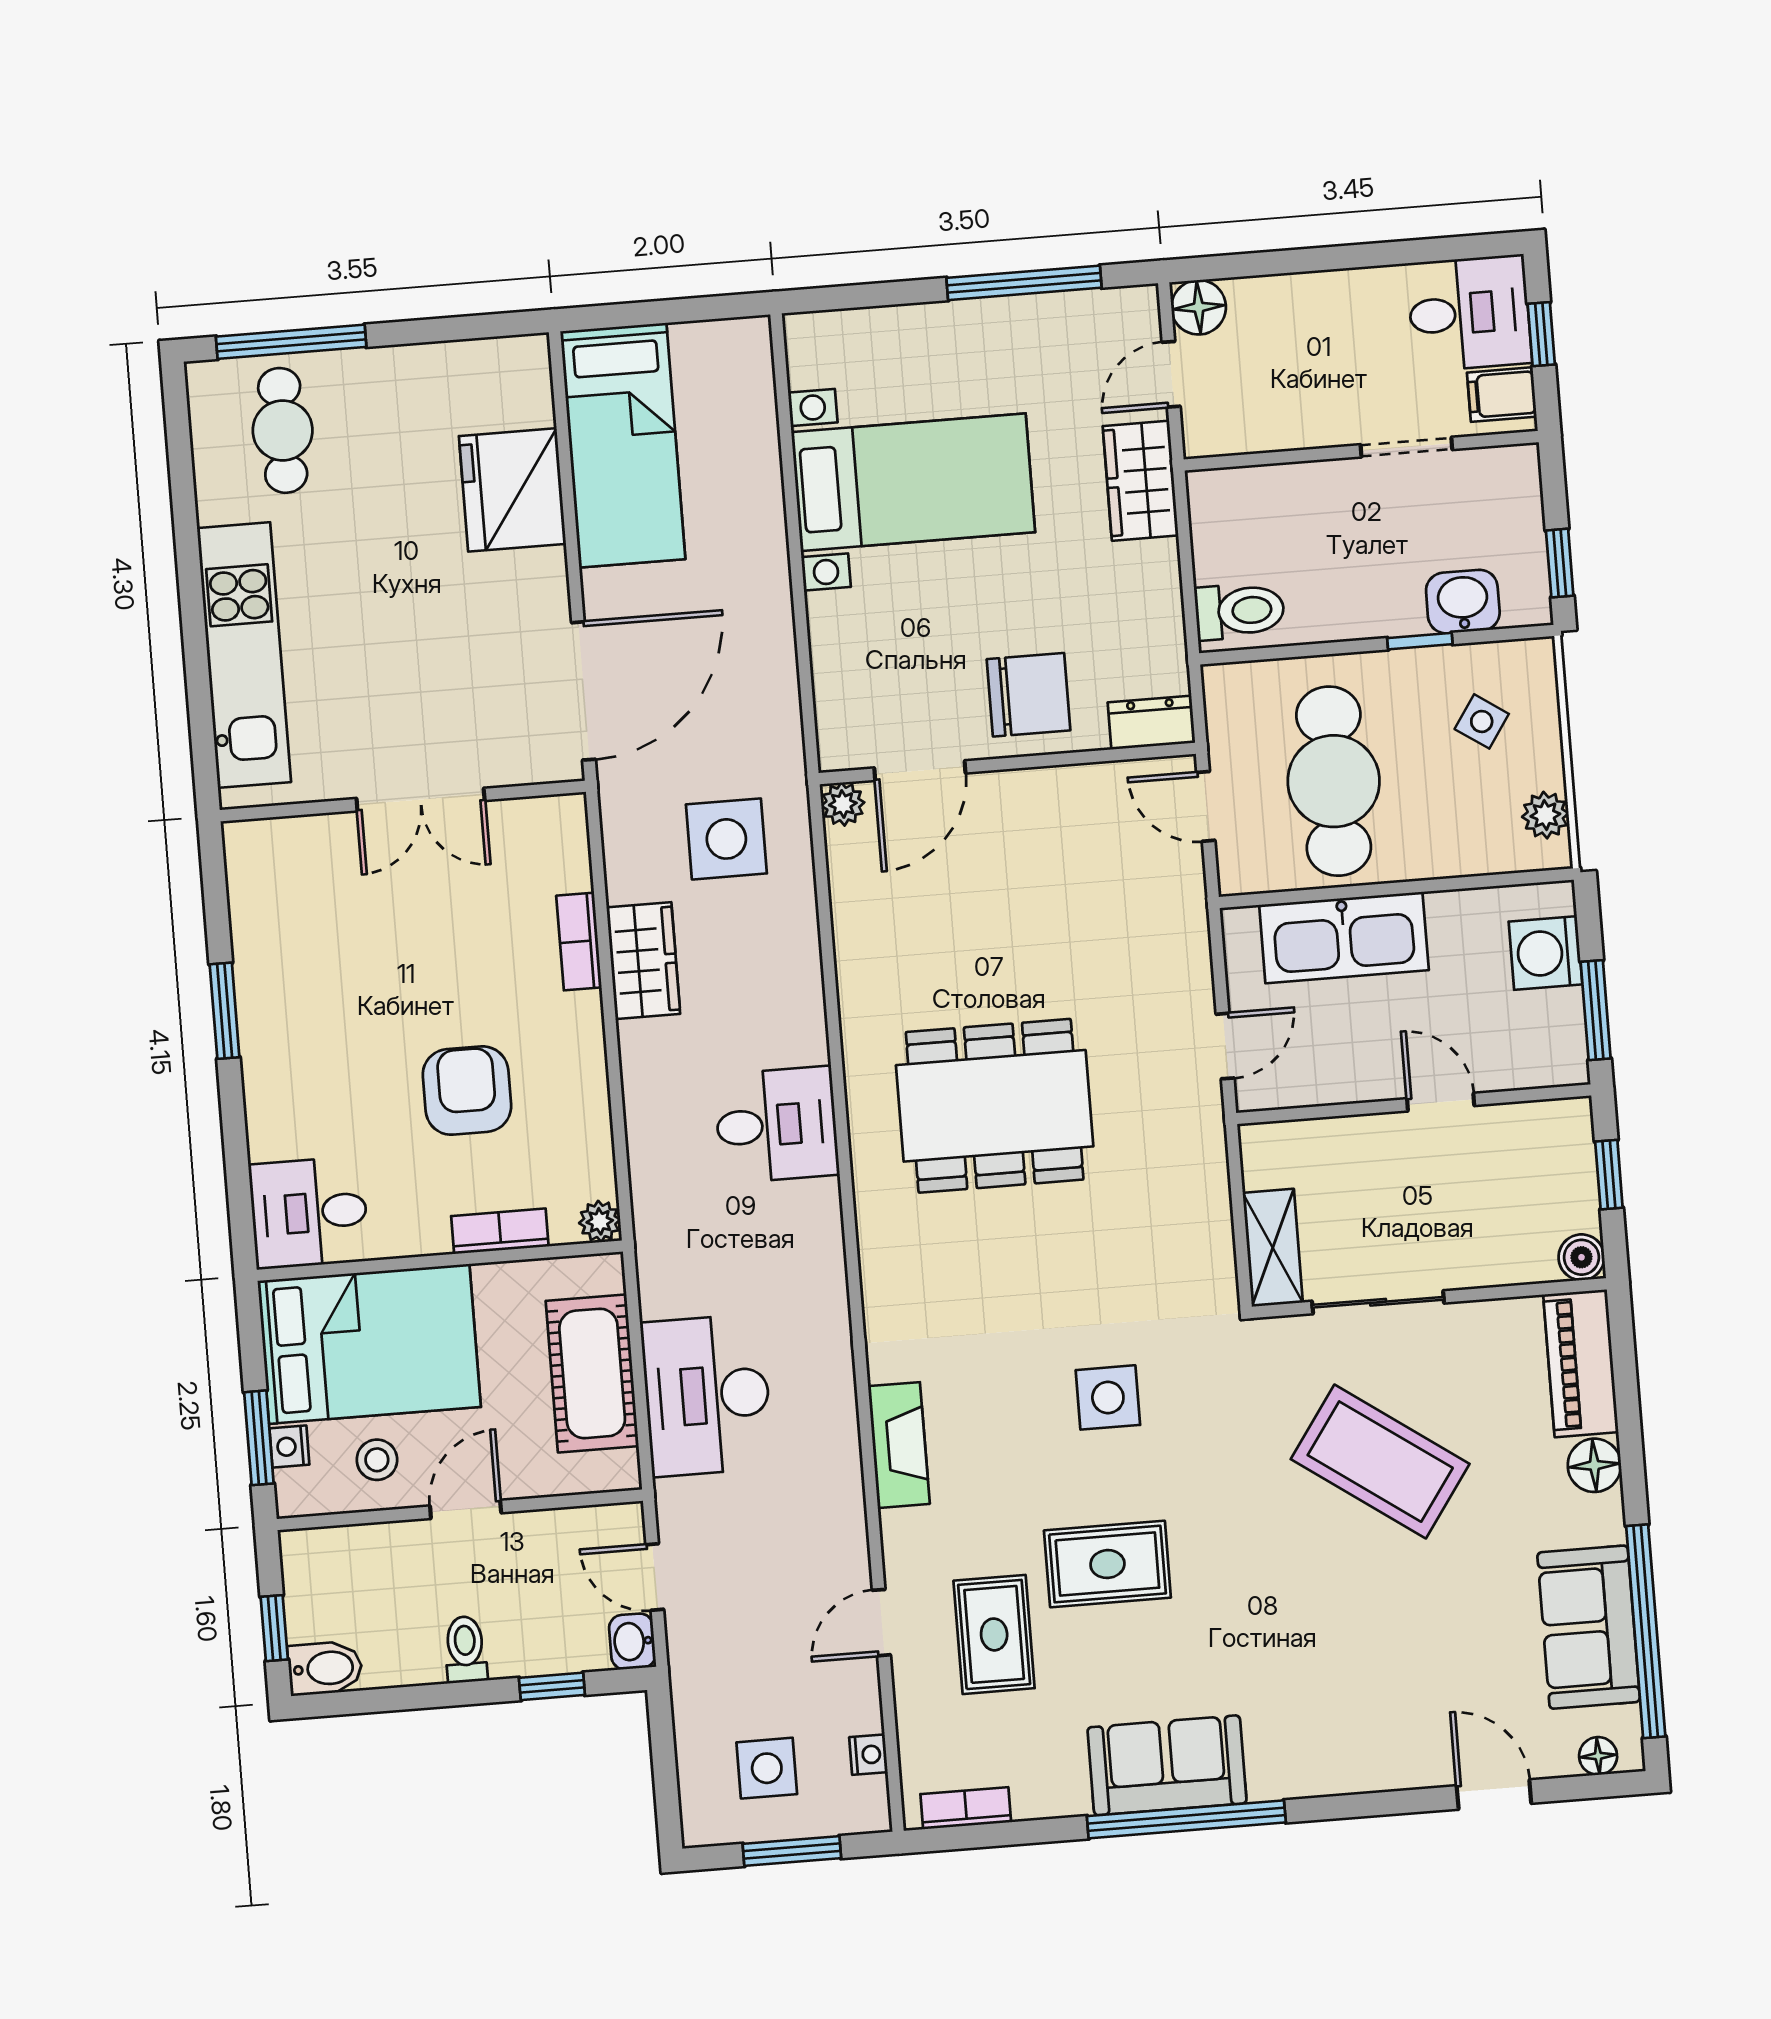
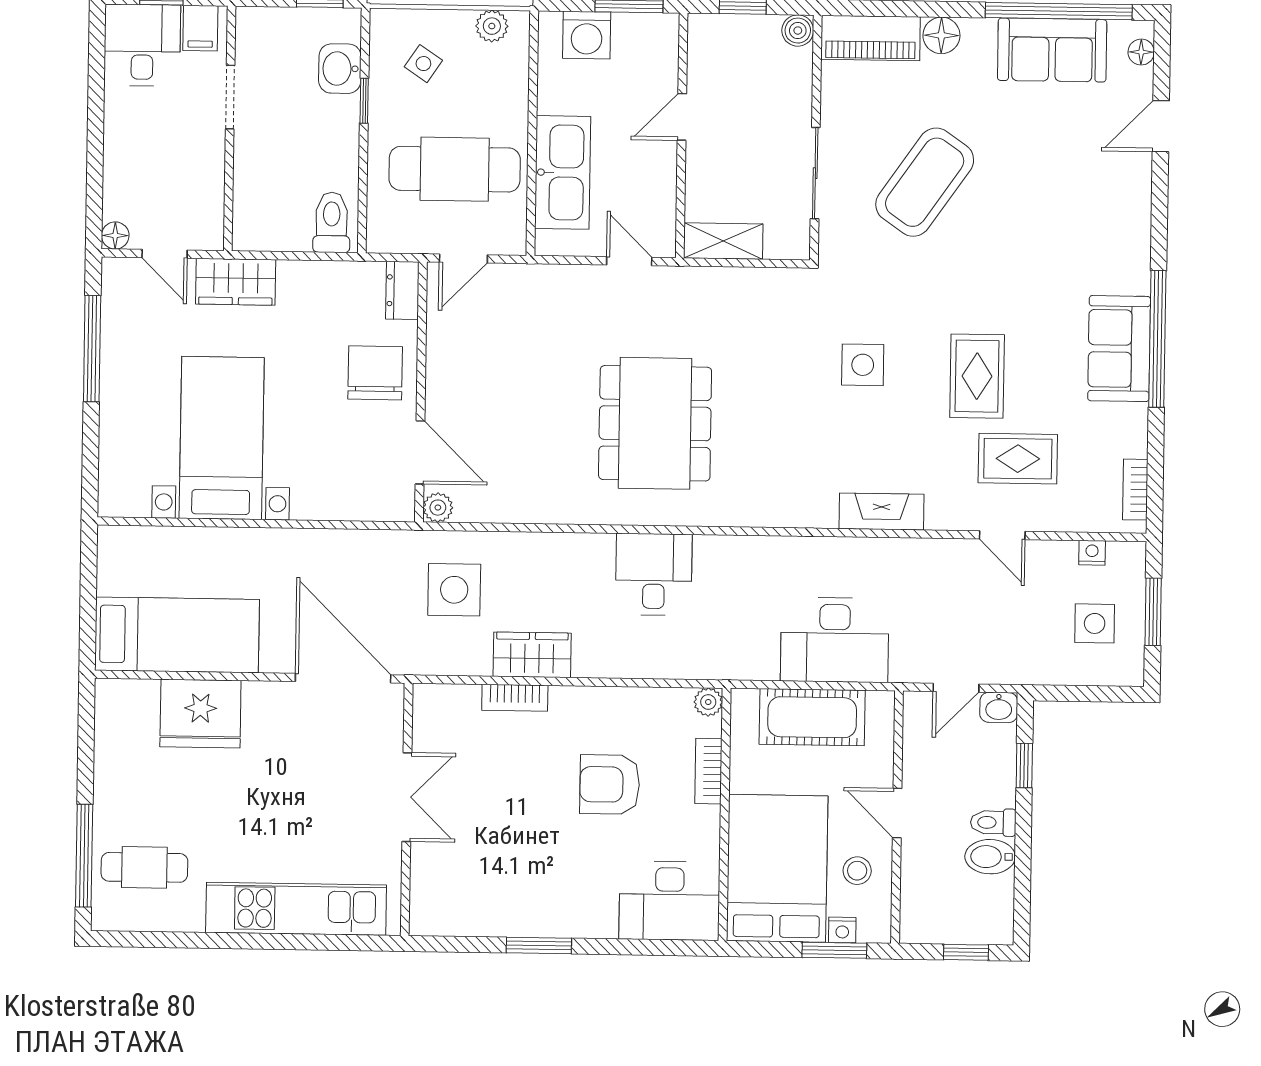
floor lamp: (1199, 307) -> (115, 236), width x0.73, depth x0.73
desk: (309, 1213) -> (670, 901), width x1.37
shelving: (1273, 1248) -> (723, 241), moved
bidet: (325, 1668) -> (990, 857), moved, turned -90

